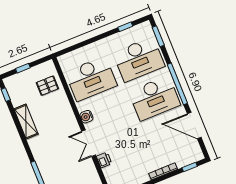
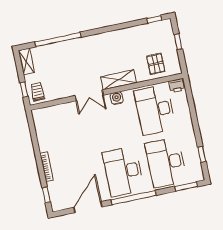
shelving: (26, 122) -> (118, 80), moved
double door: (89, 143) -> (89, 95), swing flipped
printer: (104, 160) -> (177, 86), moved

